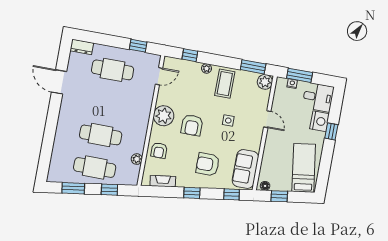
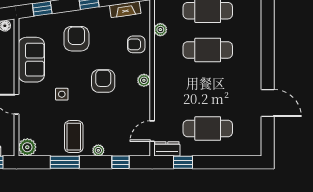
dresser: (82, 47) -> (167, 149), moved
window: (253, 67) -> (65, 162), moved
plant: (164, 116) -> (144, 80), width x0.53, depth x0.53
armchair: (159, 150) -> (136, 44), turned -90
armchair: (208, 164) -> (76, 39), turned -90
sofa: (245, 169) -> (31, 60), moved

